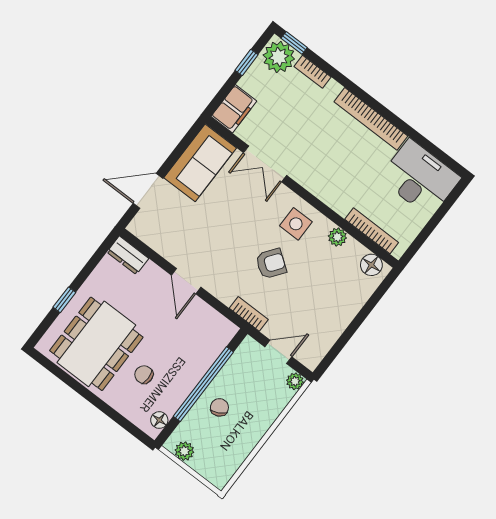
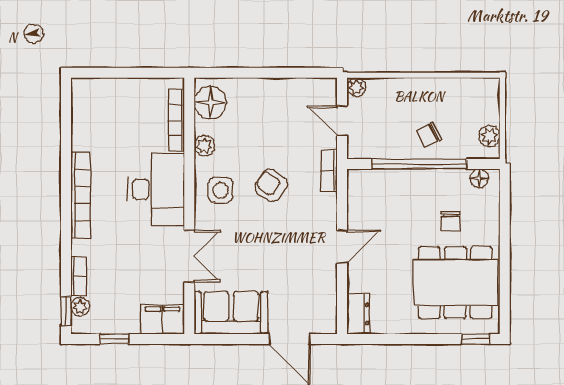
plant: (279, 57) -> (80, 307), width x0.53, depth x0.53
desk: (420, 178) -> (156, 189), moved, turned 180
floor lamp: (371, 265) -> (210, 103), width x1.38, depth x1.38
window: (64, 300) -> (476, 339), moved

